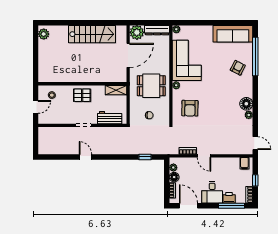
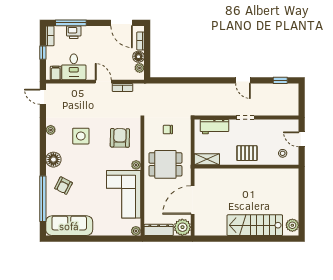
stairs: (92, 34) -> (255, 225), moved
floor lamp: (246, 104) -> (53, 160), moved
door: (36, 107) -> (302, 139), hinge flipped
side table: (223, 110) -> (81, 136), added
window: (145, 157) -> (280, 80), moved
desk: (212, 192) -> (74, 67), moved, turned 180

